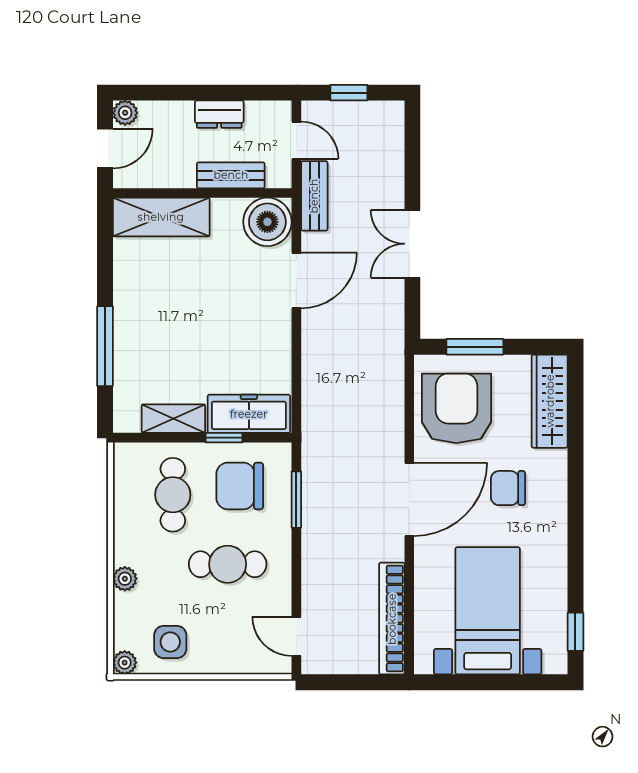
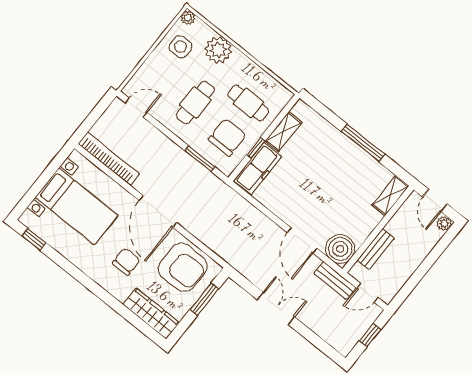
dresser: (219, 114) -> (408, 267), removed
shelving: (161, 217) -> (390, 195), width x0.67, depth x0.75
window: (105, 346) -> (363, 143), moved
plant: (125, 579) -> (218, 50), width x1.87, depth x1.87

